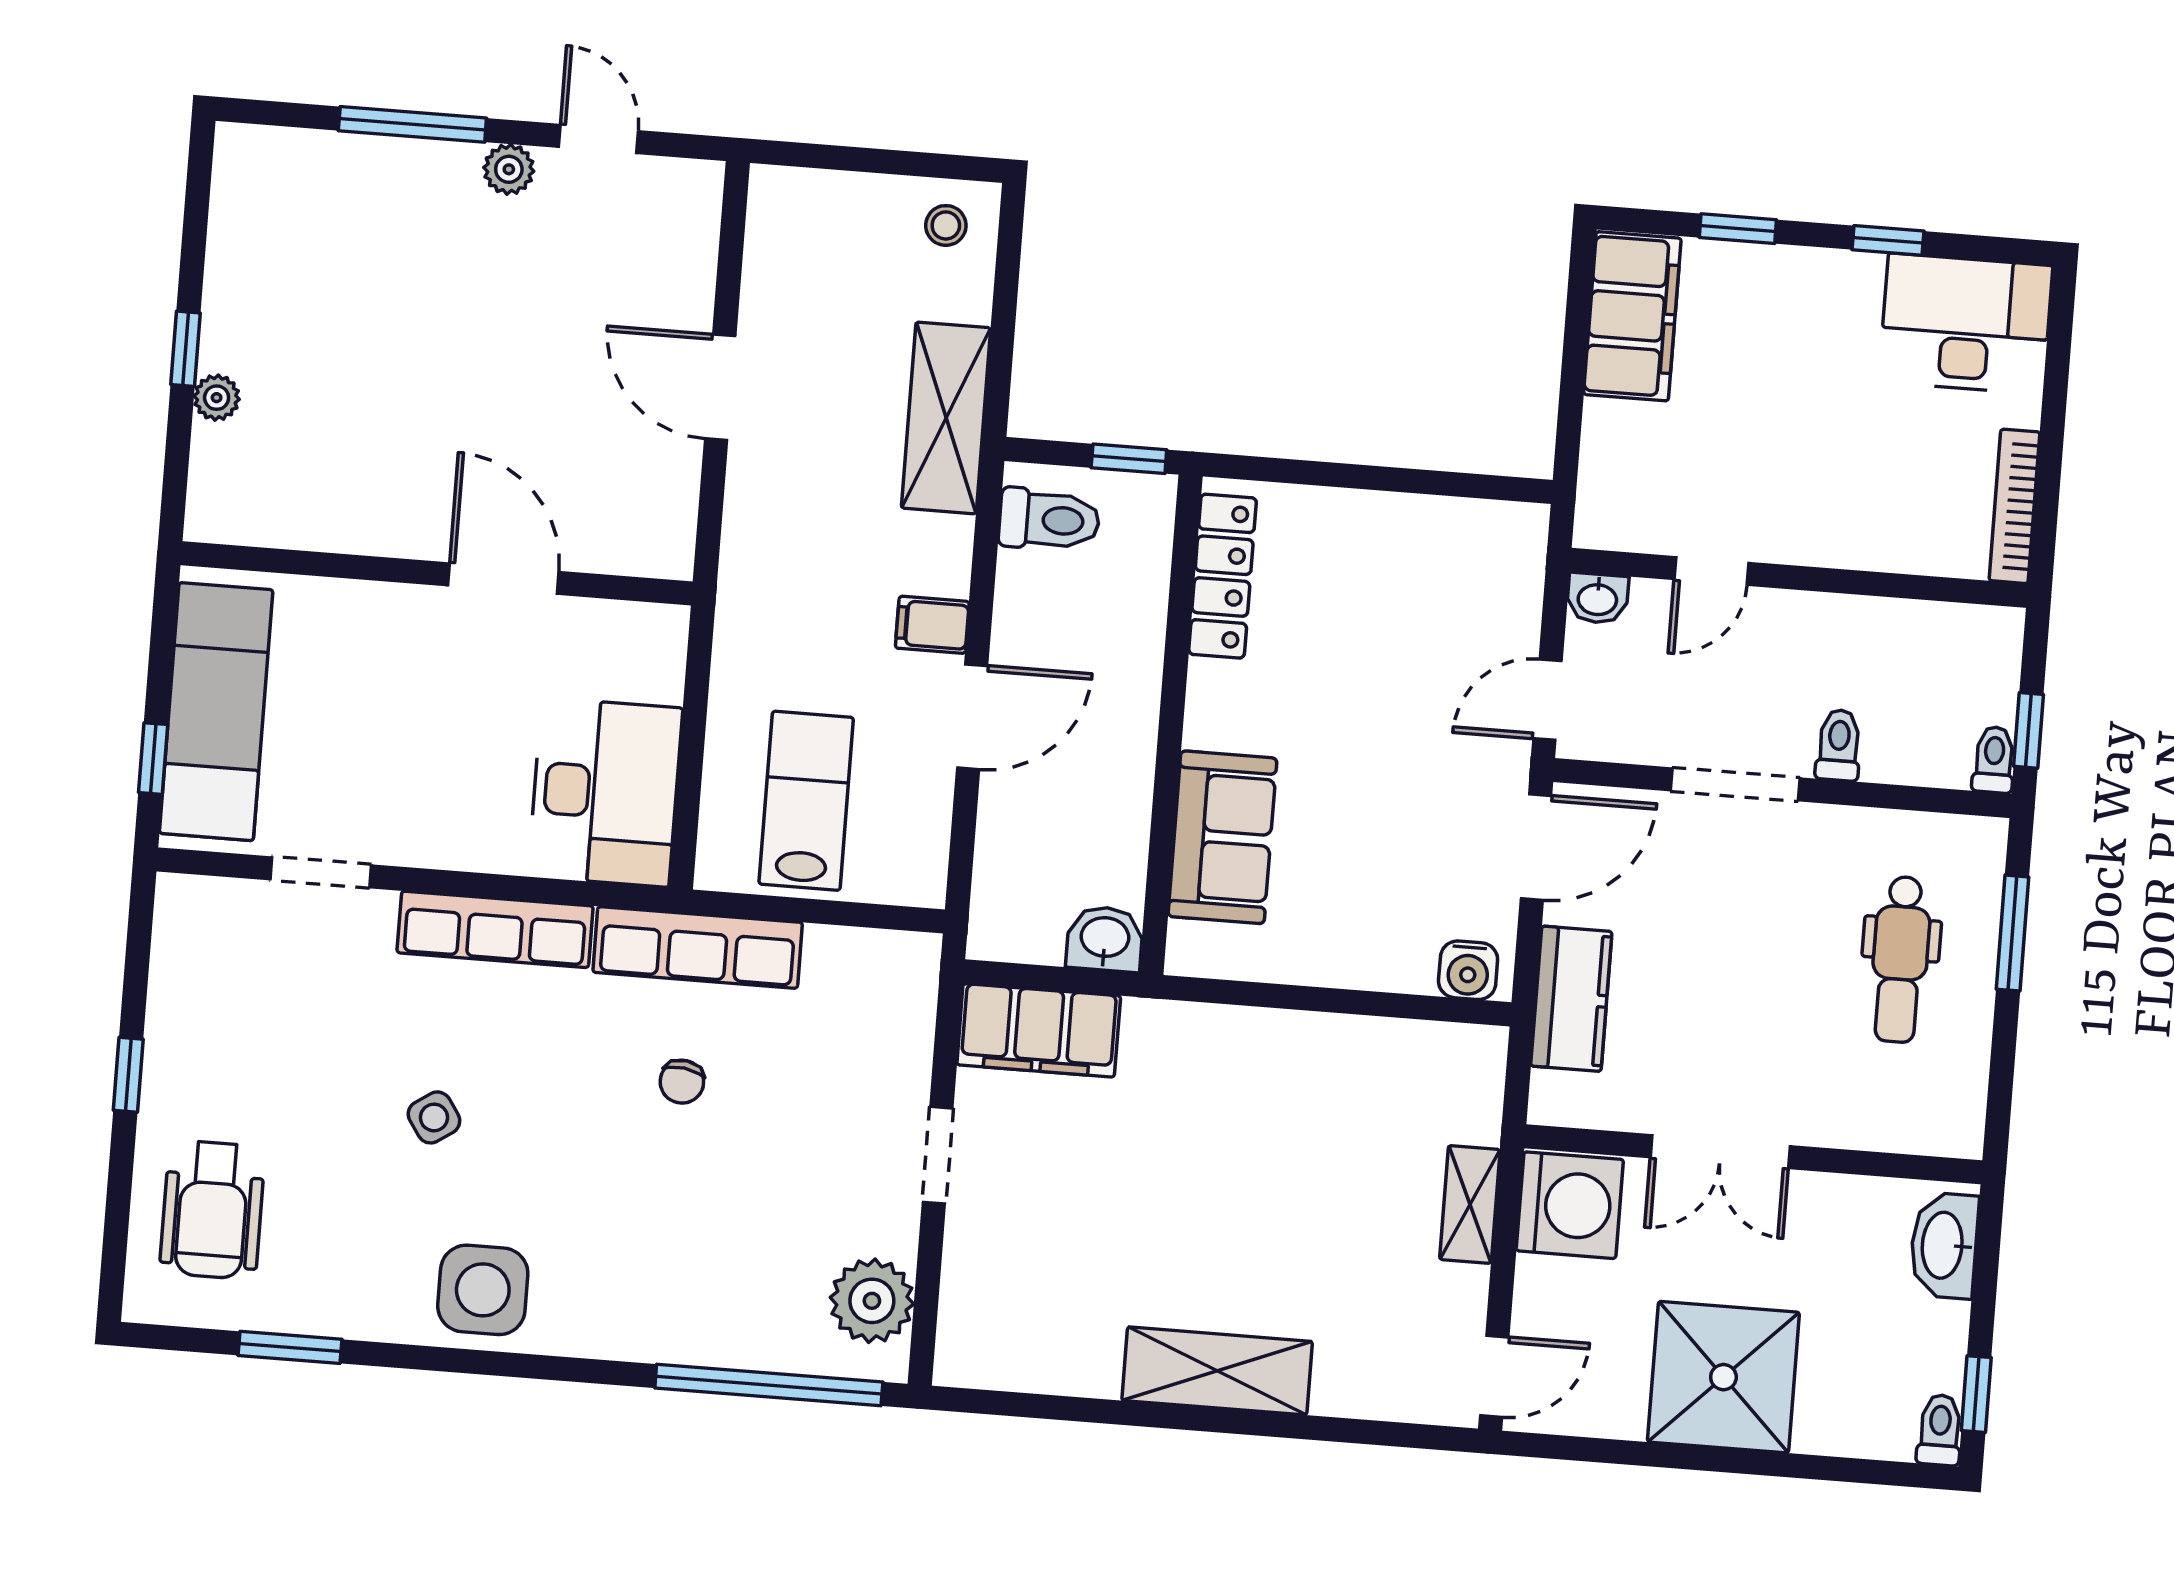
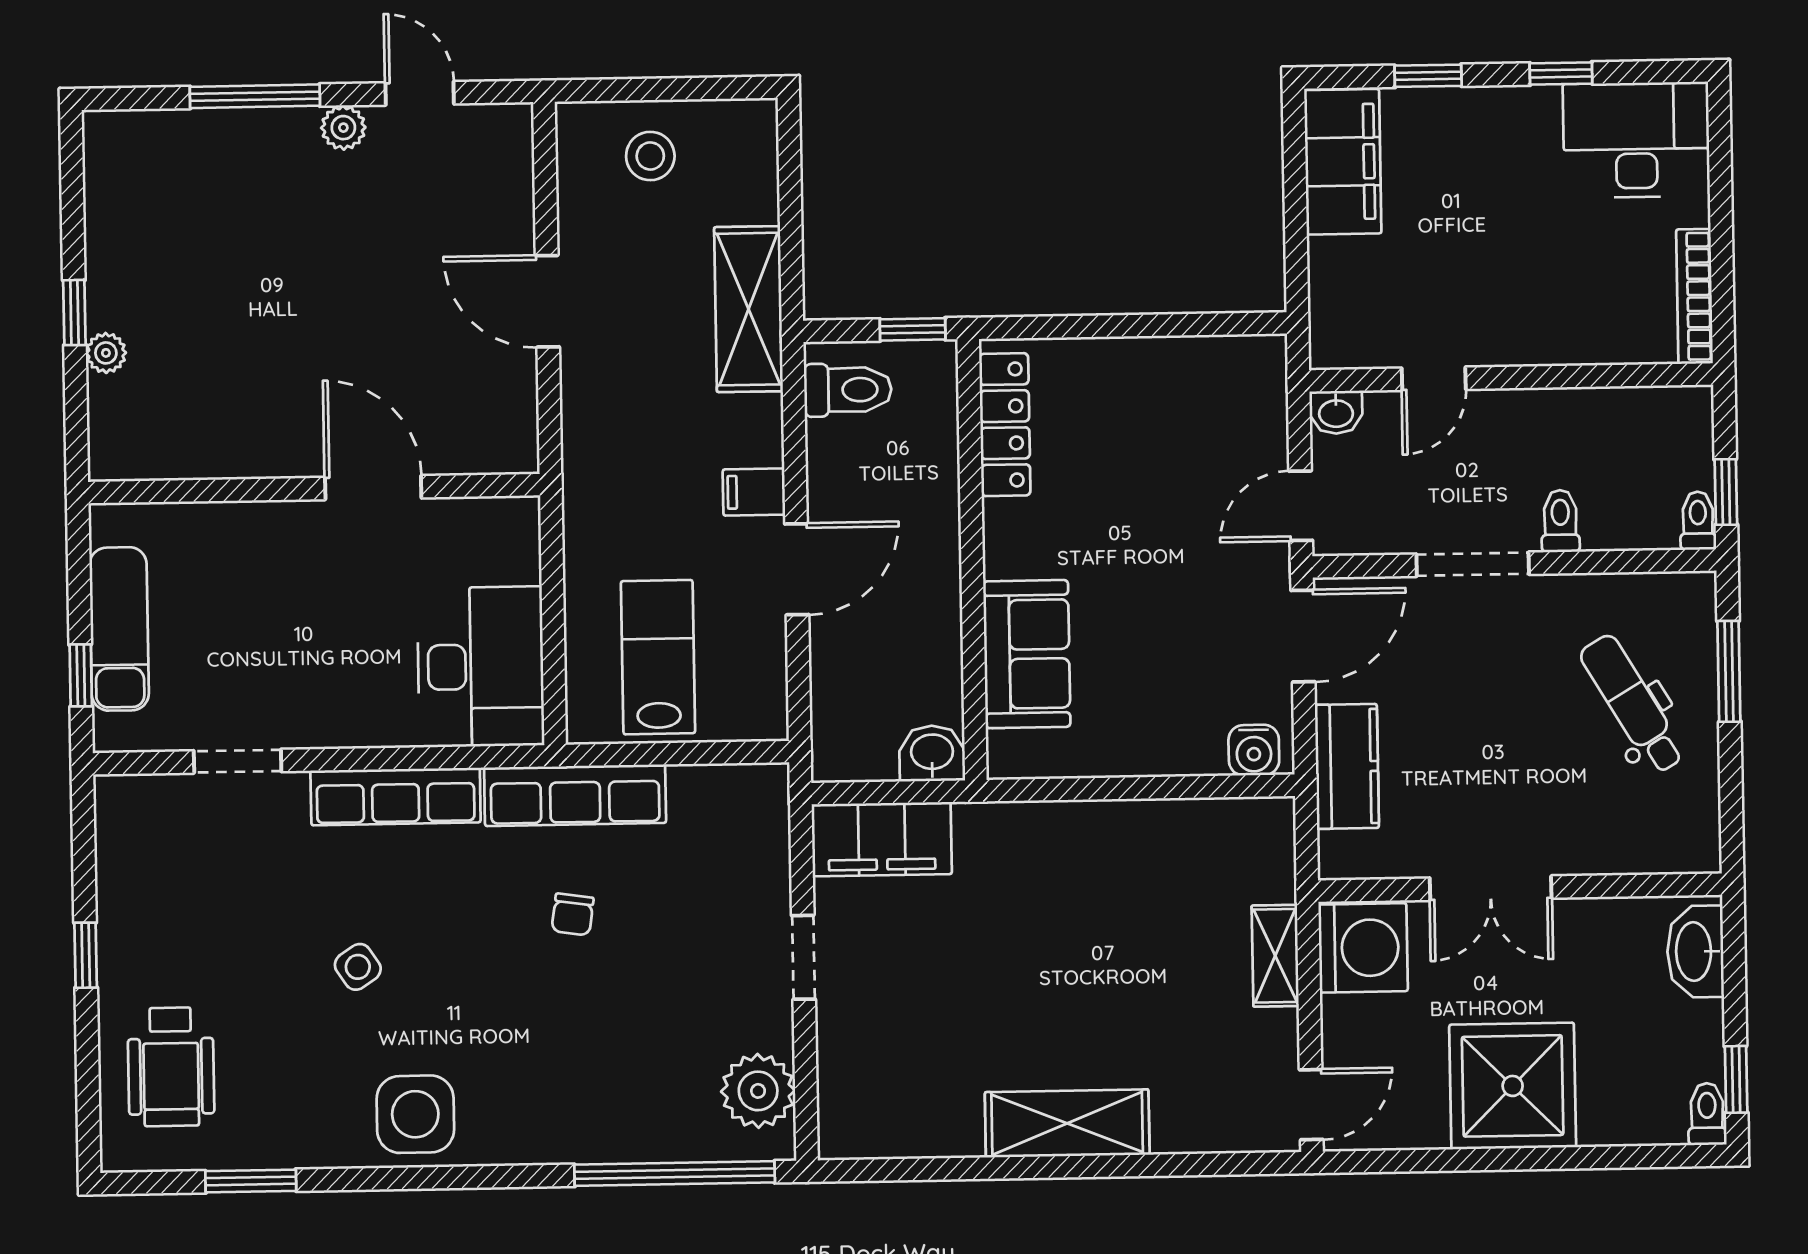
stool: (946, 225) -> (650, 156), moved, width x1.37, depth x1.37
exam couch: (216, 712) -> (119, 629), width x0.73, depth x0.69
dental chair: (1900, 959) -> (1633, 704), turned 149

